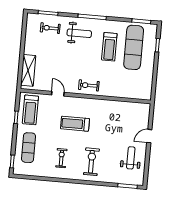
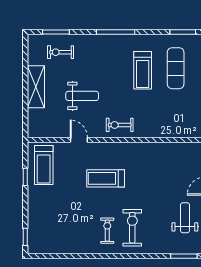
weight bench: (79, 33) -> (82, 96), moved
exercise mat: (134, 47) -> (176, 68), width x0.73, depth x0.69
shelving: (28, 70) -> (36, 87), moved
exercise mat: (29, 148) -> (46, 216), removed
exercise bike: (61, 158) -> (107, 231), moved

